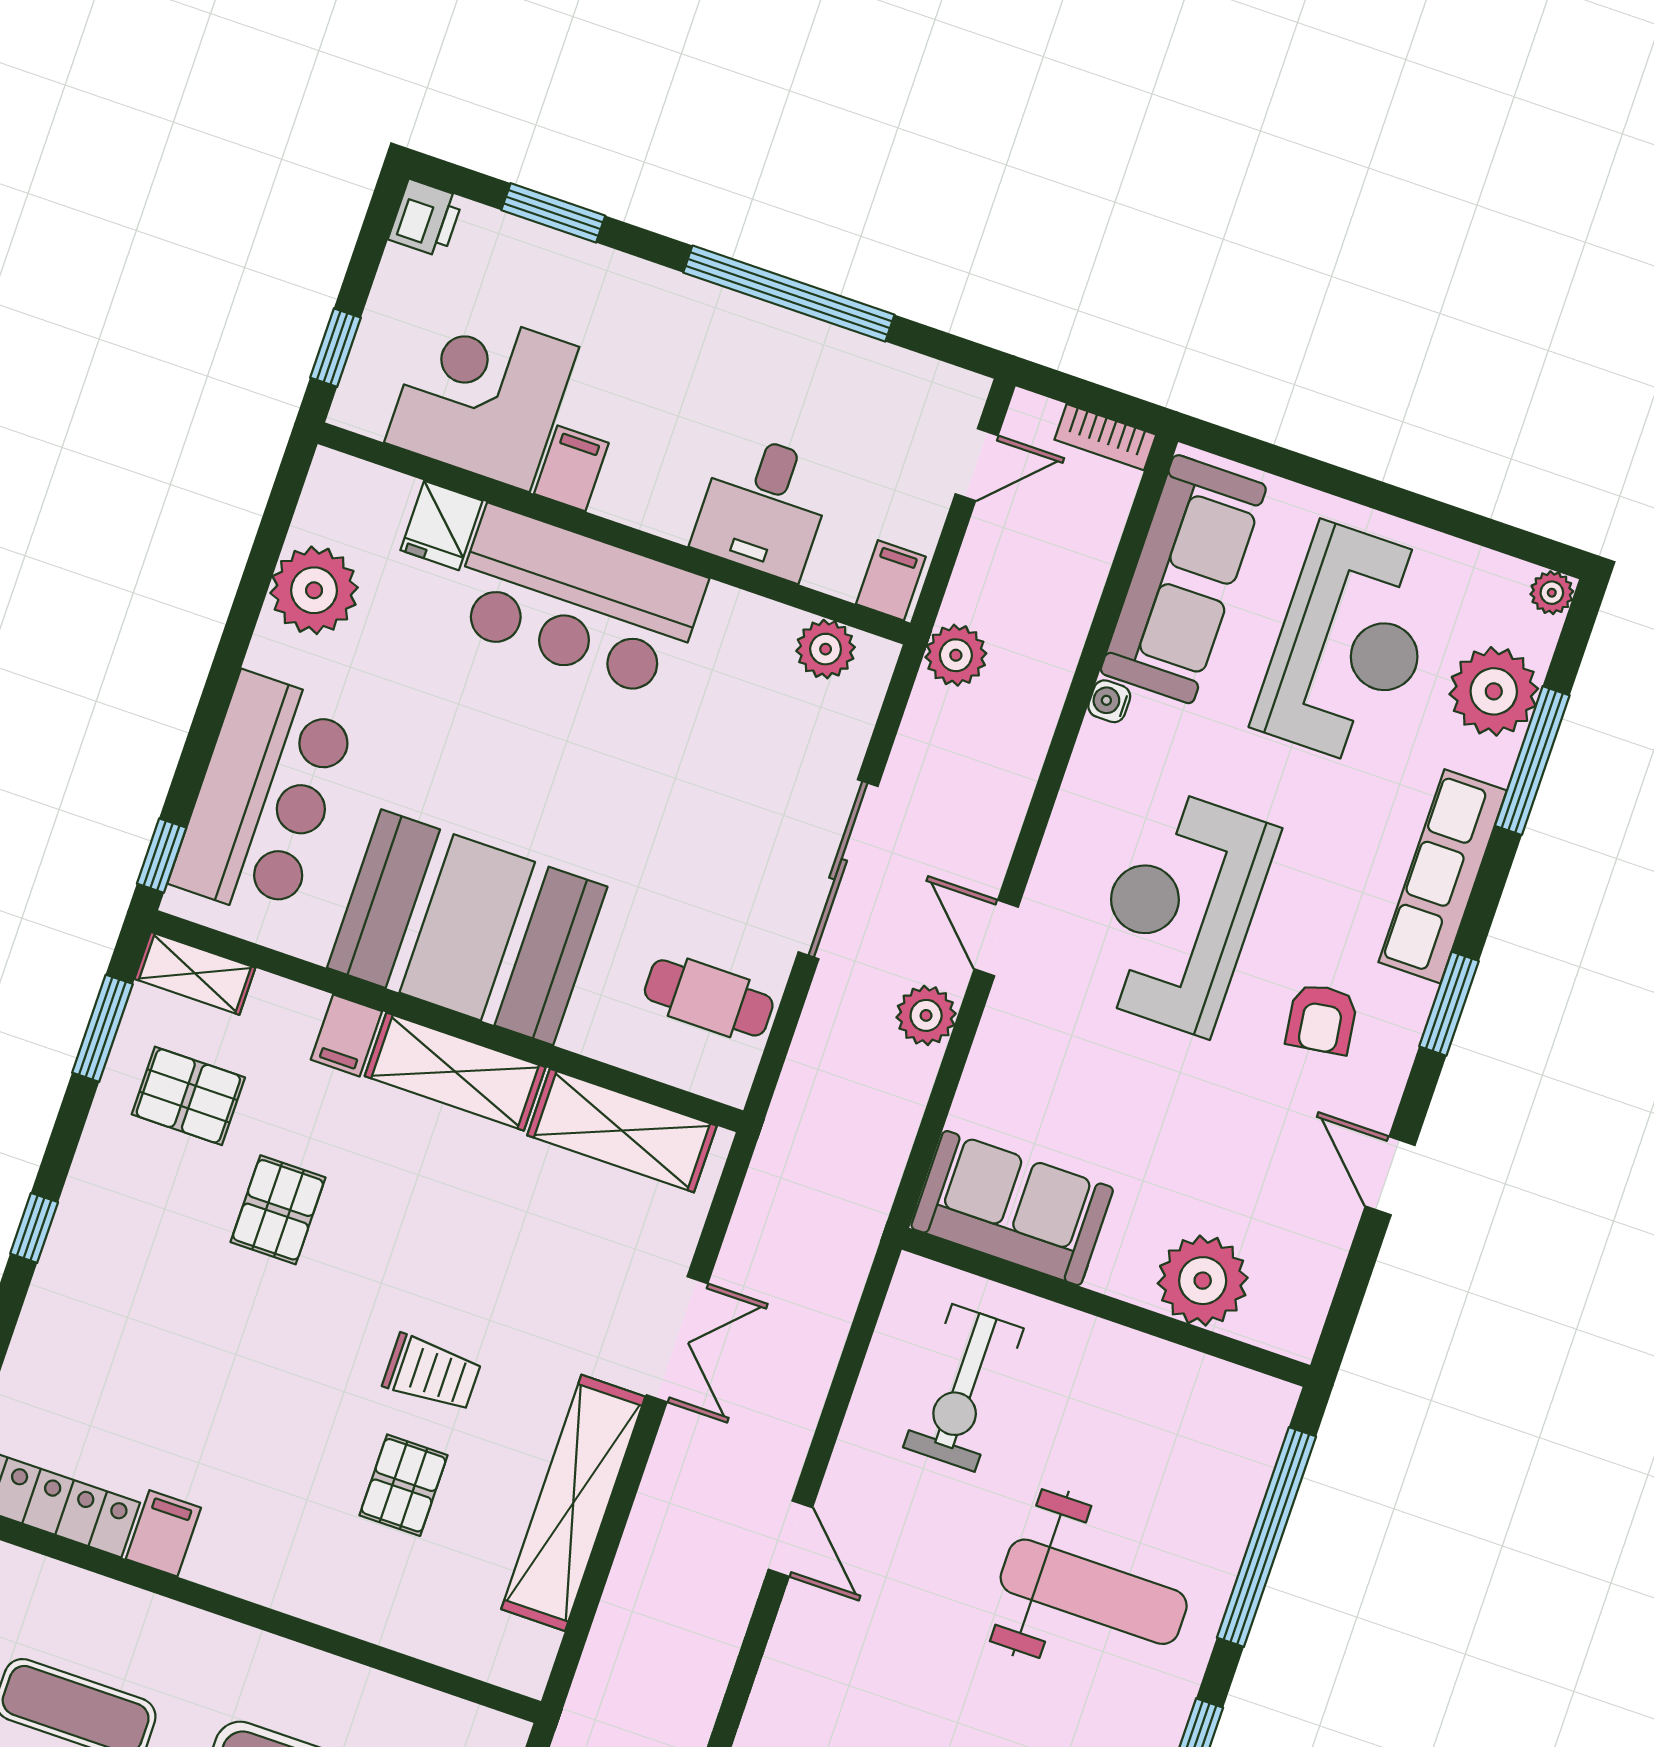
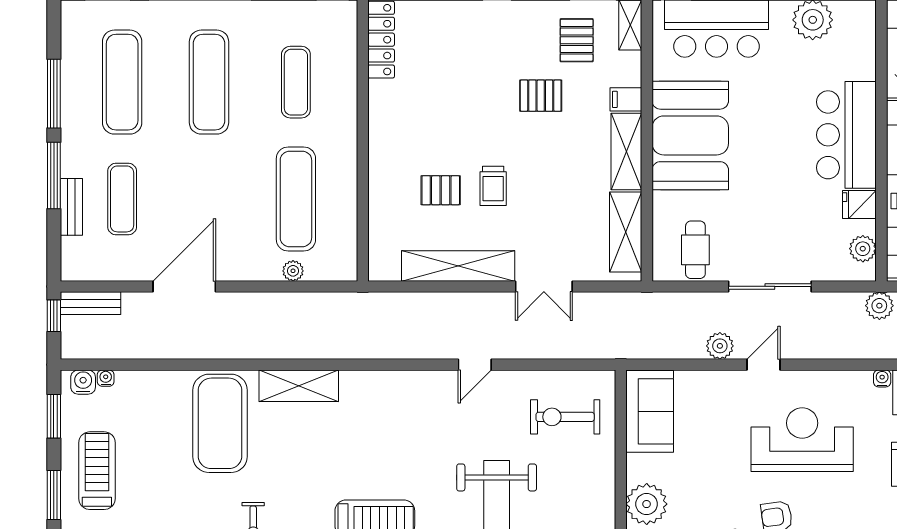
fridge: (442, 525) -> (859, 204), moved
filing cabinet: (163, 1533) -> (385, 94), removed

